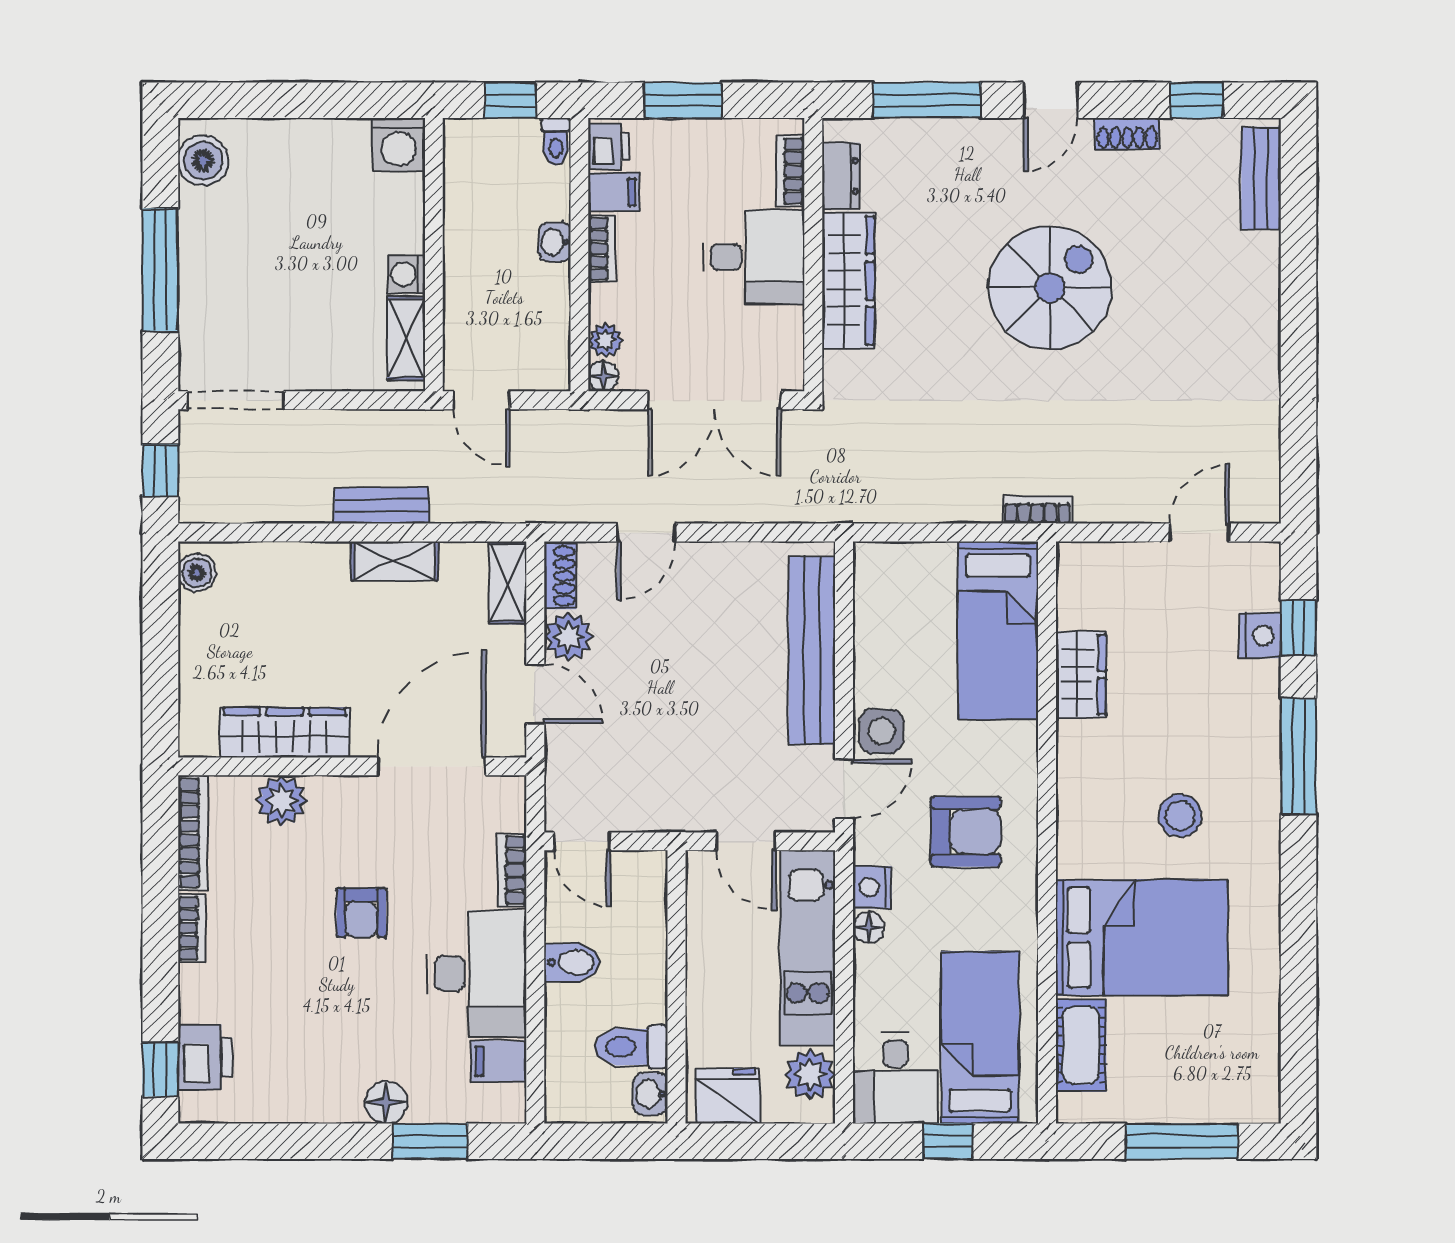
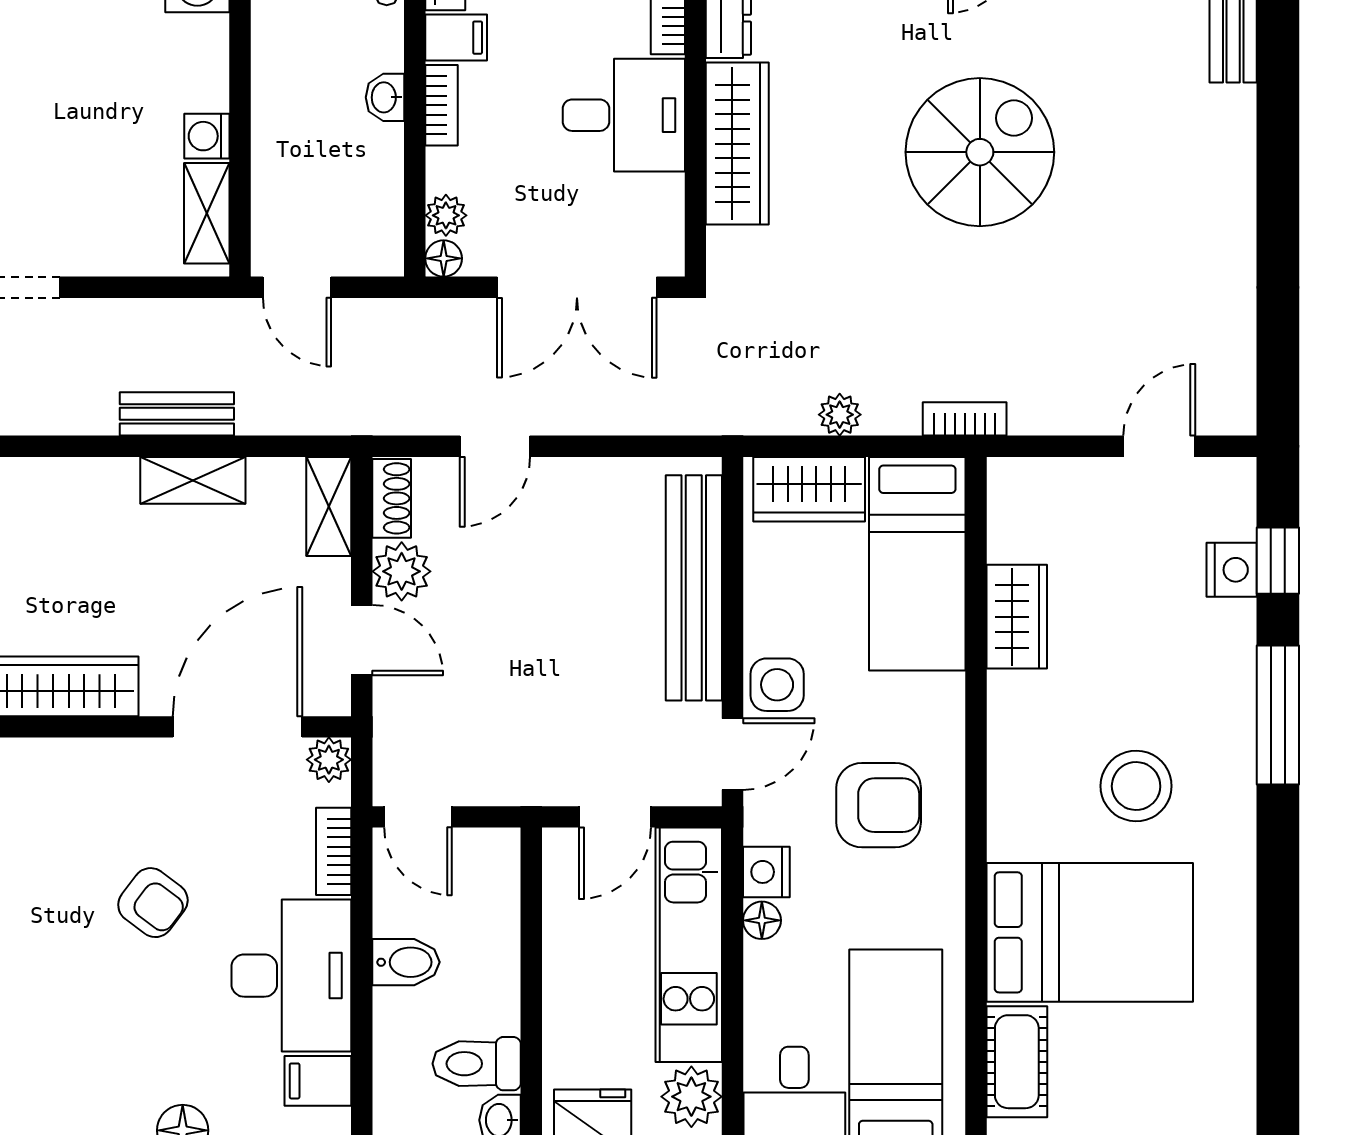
plant: (933, 506) -> (840, 415), added
wardrobe: (908, 568) -> (809, 489), added
plant: (282, 801) -> (329, 760), moved, width x0.73, depth x0.73
stool: (1180, 816) -> (1136, 786), width x1.38, depth x1.38
door: (746, 841) -> (615, 817), hinge flipped
armchair: (361, 913) -> (153, 903), turned -53

